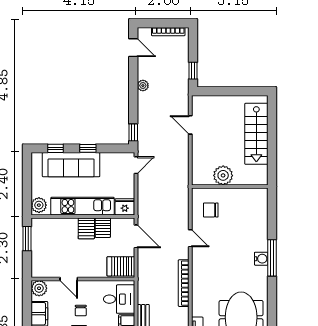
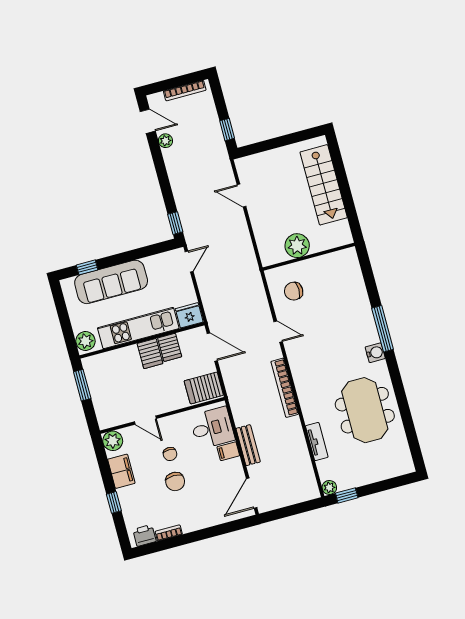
plant: (143, 86) -> (166, 141), moved
window: (88, 148) -> (126, 257), removed
water cooler: (261, 259) -> (375, 353), moved

